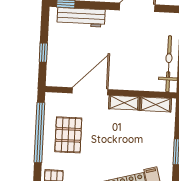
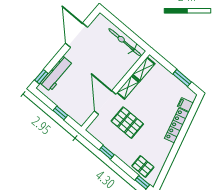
window: (39, 132) -> (107, 152), width x0.32
pallet: (68, 135) -> (127, 123), moved

